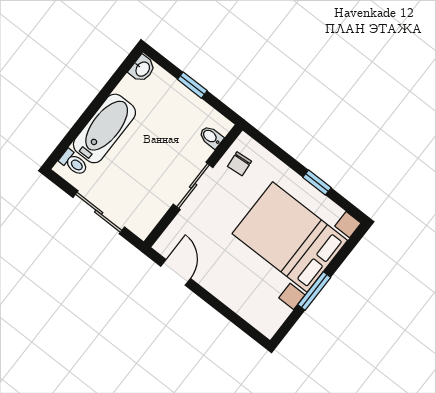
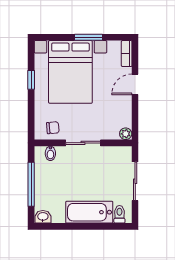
window: (192, 85) -> (31, 184), width x2.17
plant: (164, 245) -> (126, 134), added
door: (176, 272) -> (135, 84), moved
bookcase: (259, 322) -> (127, 54), added

